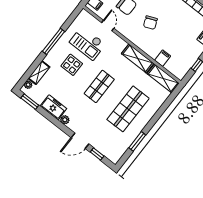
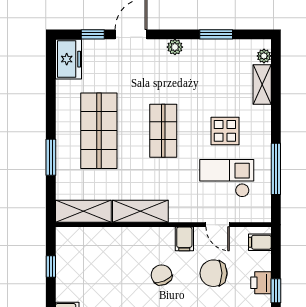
window: (53, 41) -> (276, 169), moved
filing cabinet: (163, 58) -> (184, 239), moved
window: (30, 102) -> (216, 34), moved
freezer: (53, 107) -> (68, 59), moved, turned -90
window: (137, 141) -> (51, 157), moved

